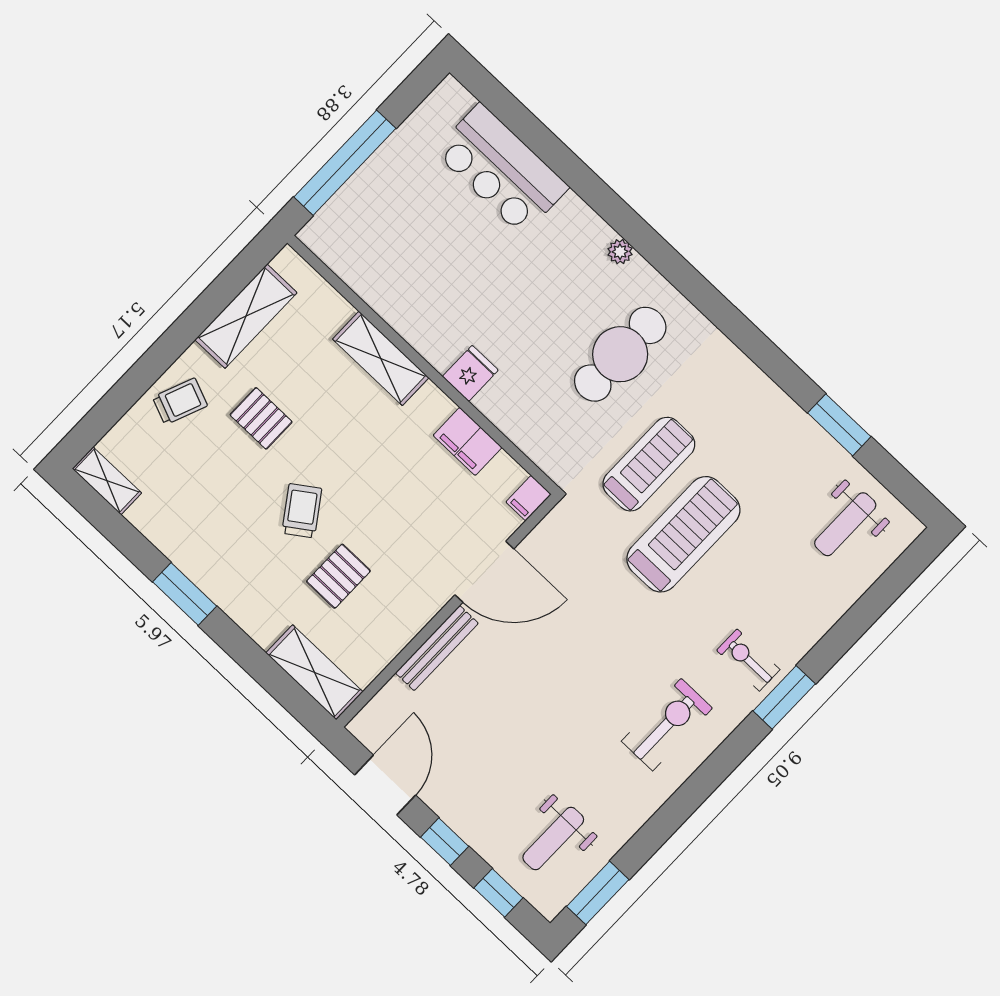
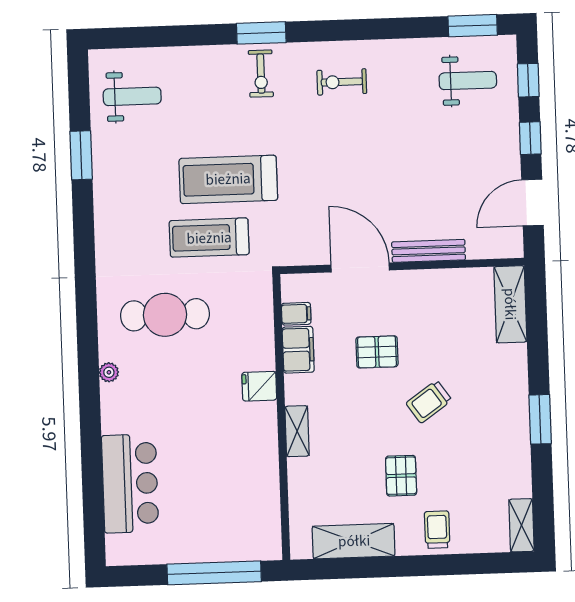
shelving: (381, 358) -> (297, 431), width x0.67, depth x0.75
trolley: (180, 401) -> (437, 530), turned 68
filing cabinet: (528, 498) -> (296, 314), moved
pallet: (338, 576) -> (377, 352), moved
exercise bike: (667, 725) -> (342, 82), width x0.73, depth x0.72

